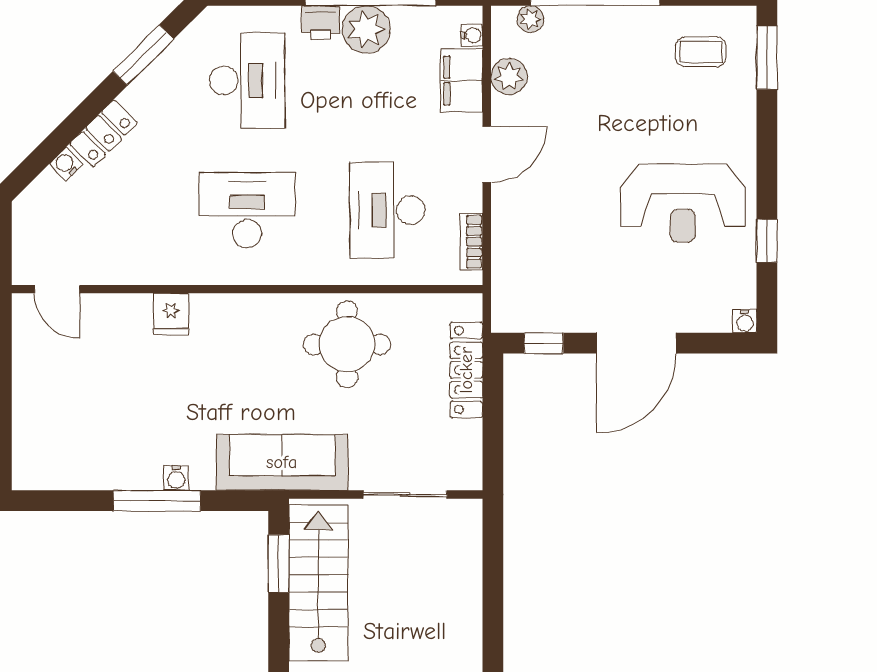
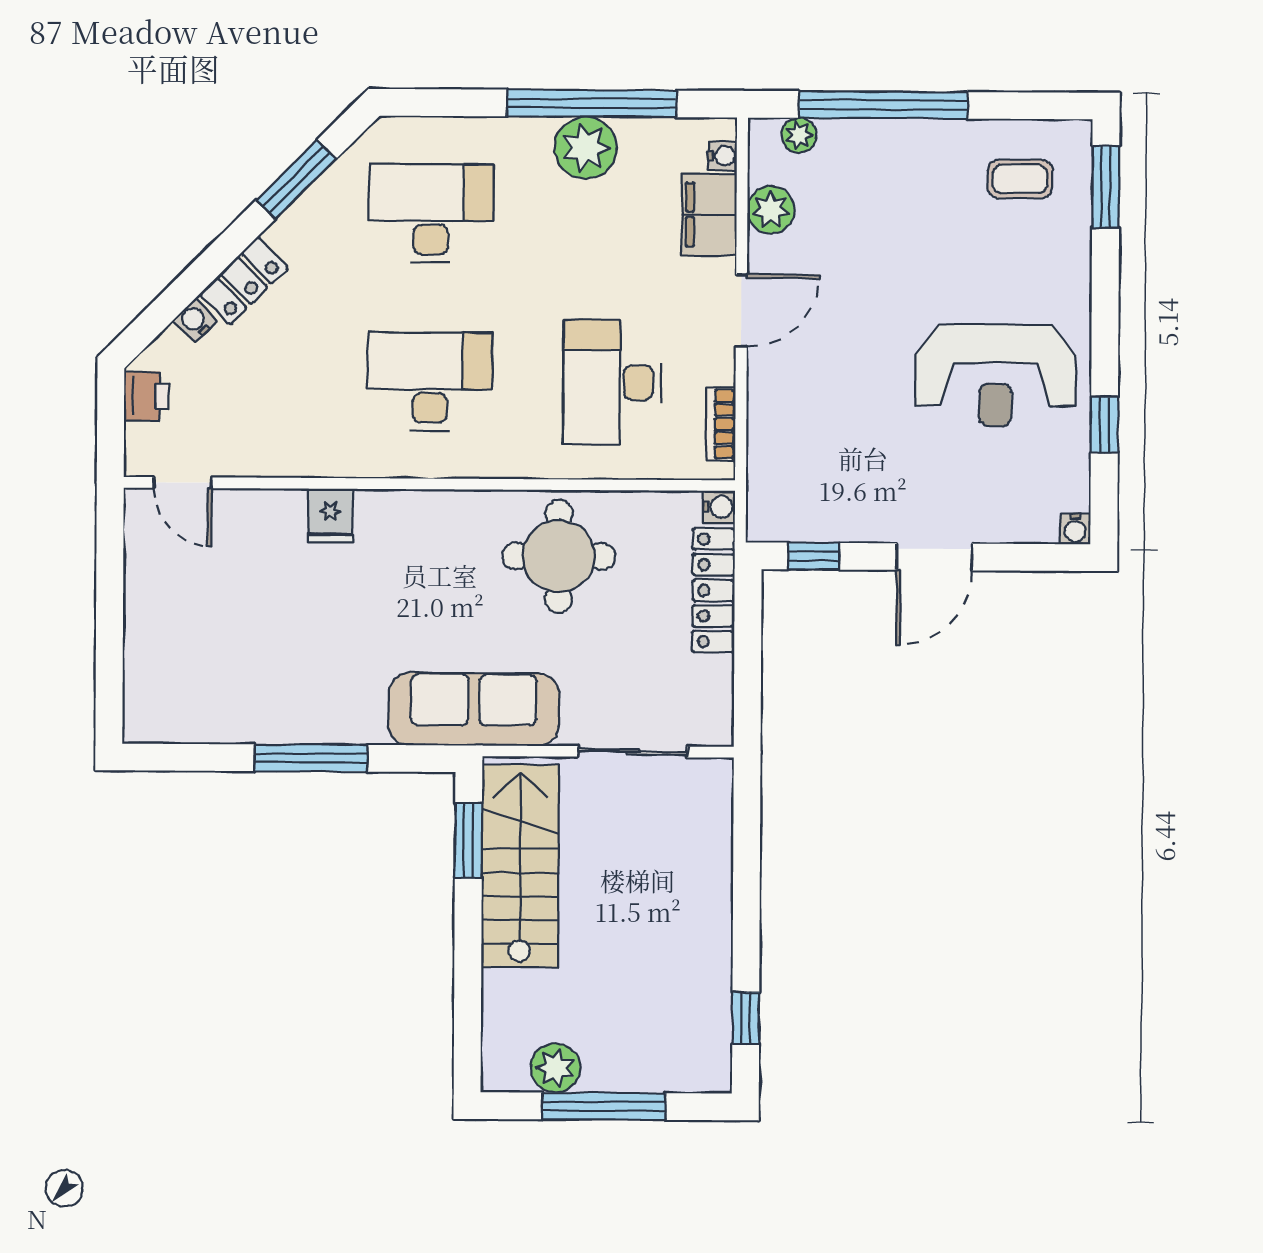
printer: (321, 23) -> (146, 396), moved, turned -90
desk: (247, 80) -> (431, 213), turned -90
door: (636, 343) -> (934, 557), width x0.73
water cooler: (176, 478) -> (719, 507), moved, turned -90

